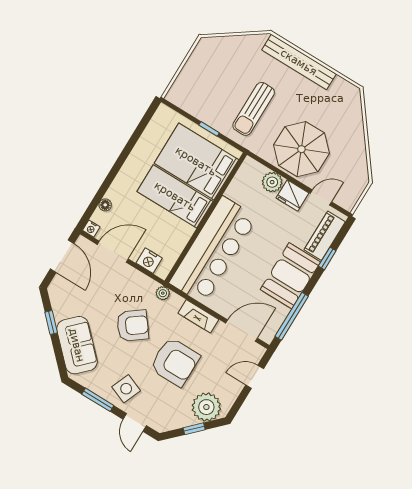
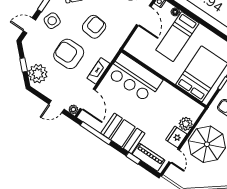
bed: (175, 196) -> (177, 37), moved, turned 180
bar counter: (213, 250) -> (134, 78), width x0.73
nightstand: (149, 261) -> (137, 40), removed
plant: (163, 293) -> (73, 109), moved
armchair: (133, 326) -> (94, 27), turned -137
armchair: (175, 362) -> (69, 54), turned 90
door: (255, 377) -> (56, 107), swing flipped

